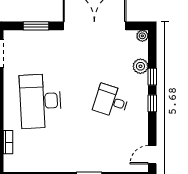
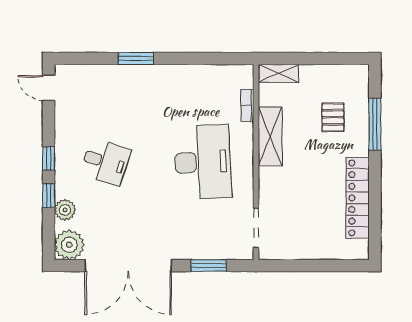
plant: (142, 36) -> (69, 245), width x1.88, depth x1.88
door: (152, 155) -> (49, 88), swing flipped

